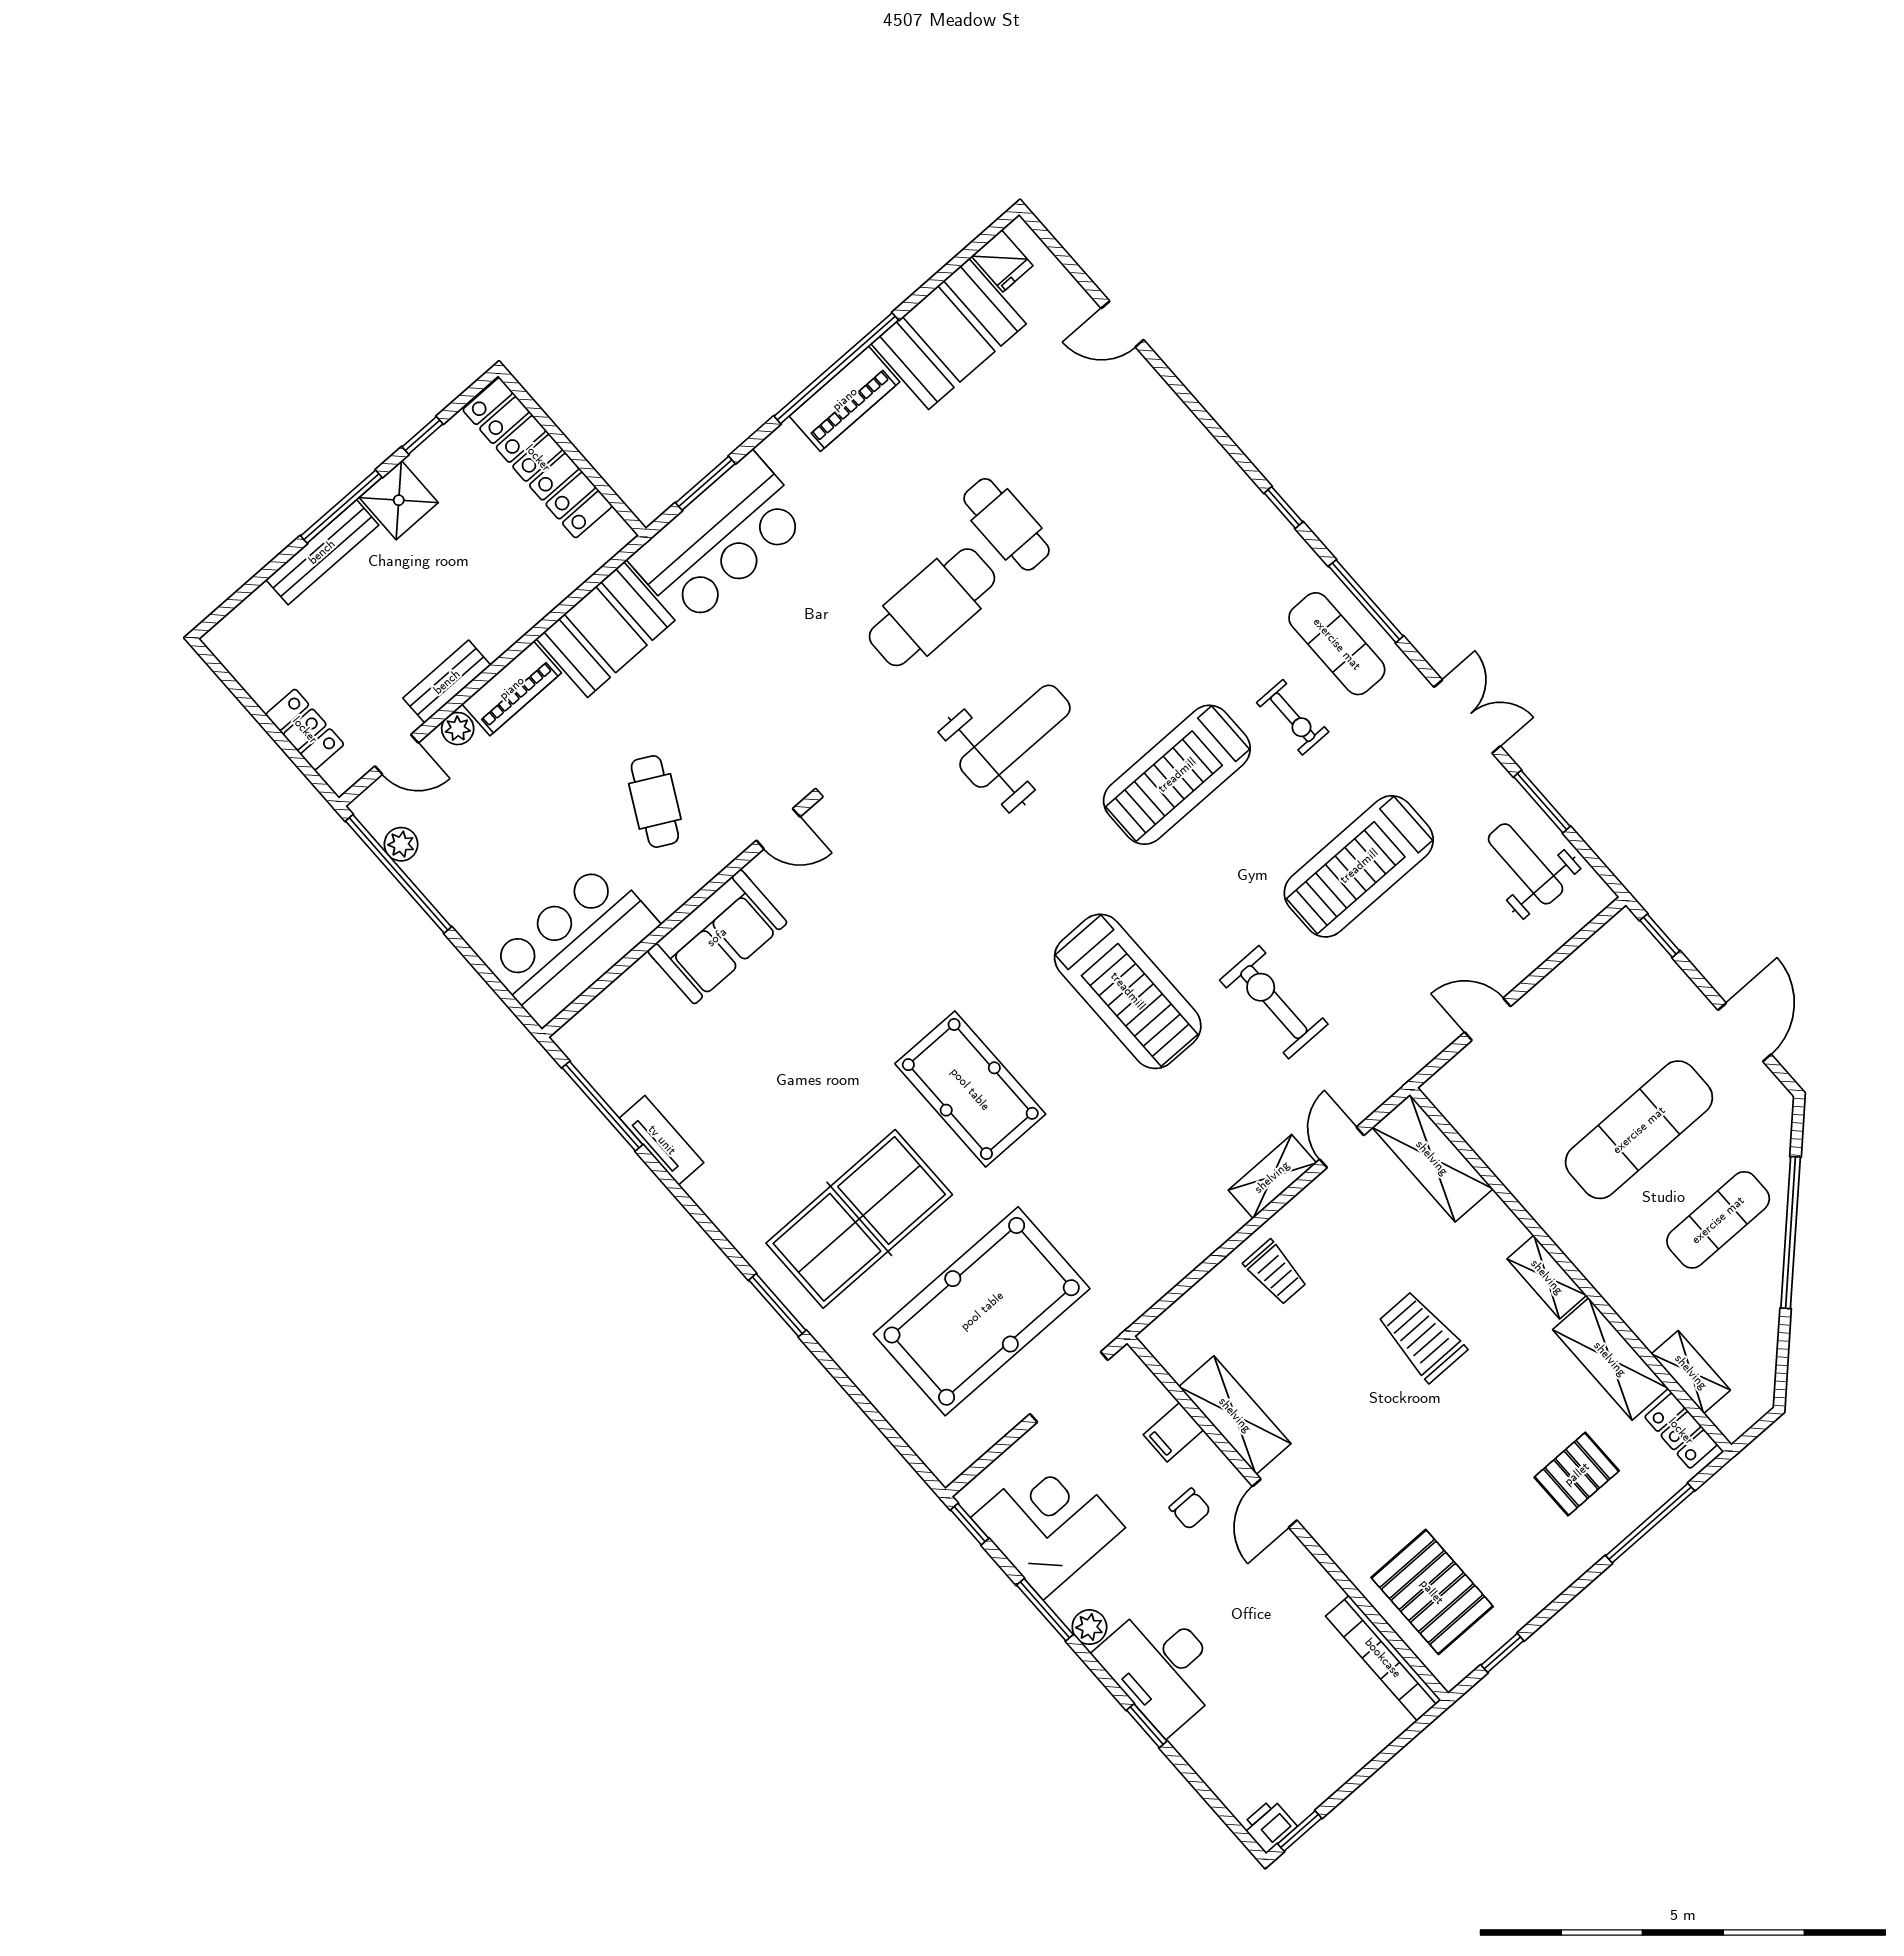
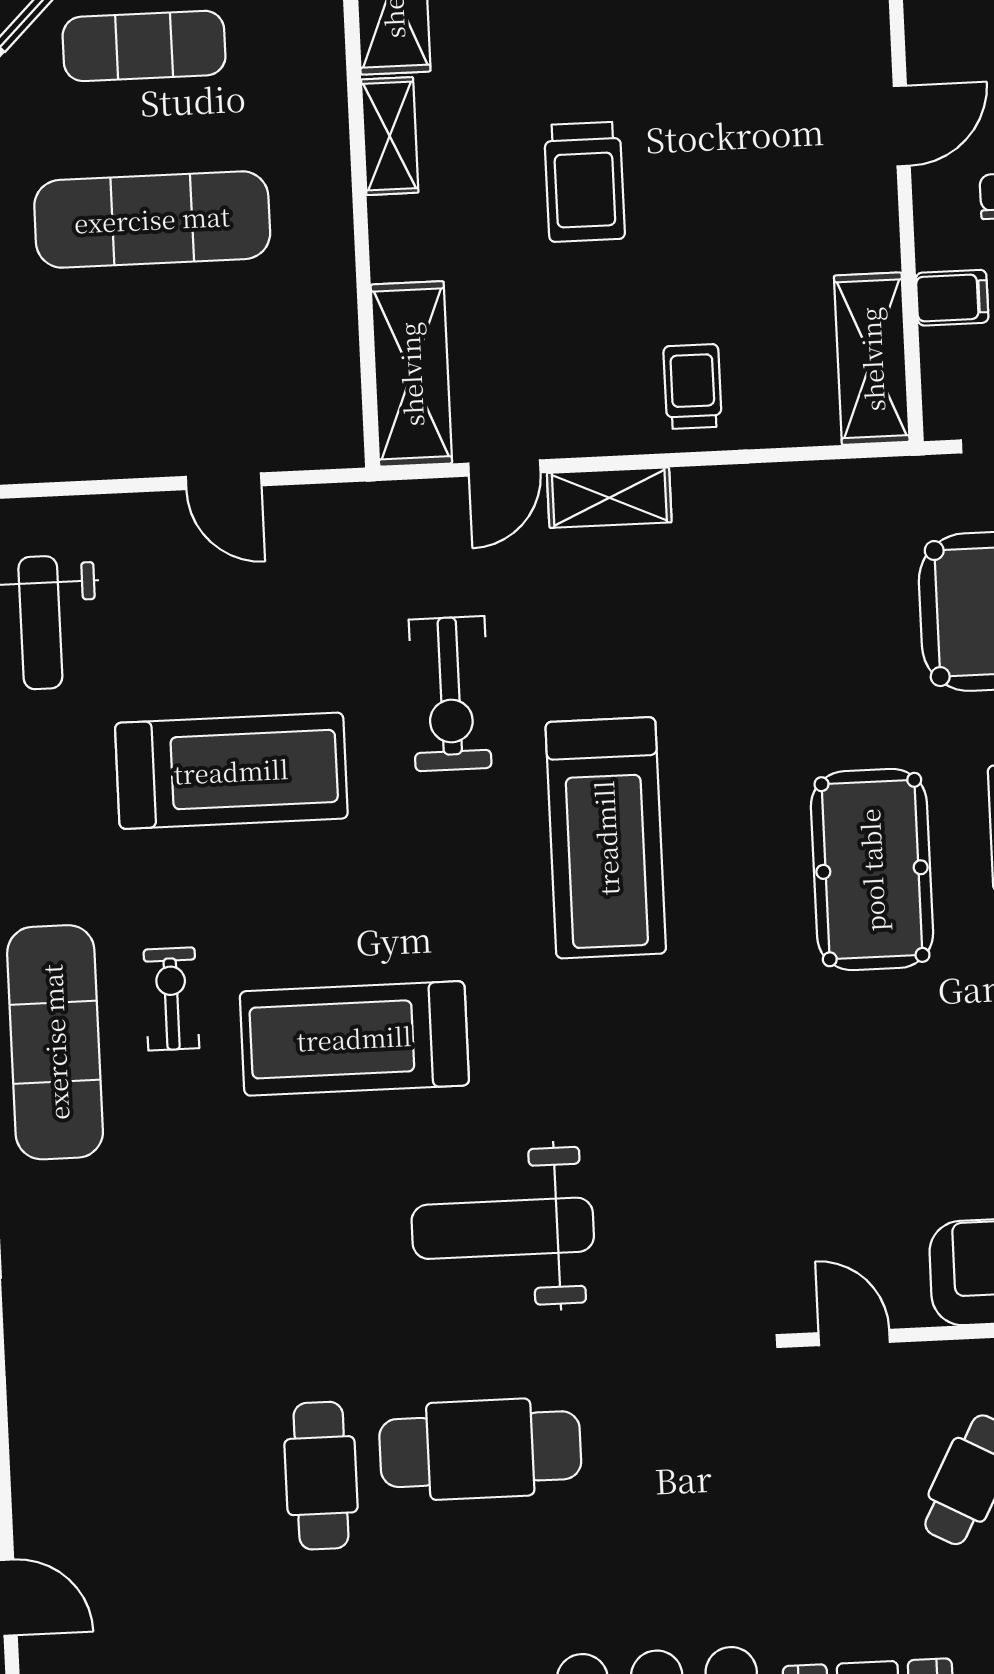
exercise mat: (1337, 644) -> (55, 1042), width x1.36, depth x1.45
treadmill: (1177, 775) -> (354, 1038), turned 180
treadmill: (1128, 991) -> (606, 838), turned 180
shelving: (1235, 1415) -> (872, 359), moved

